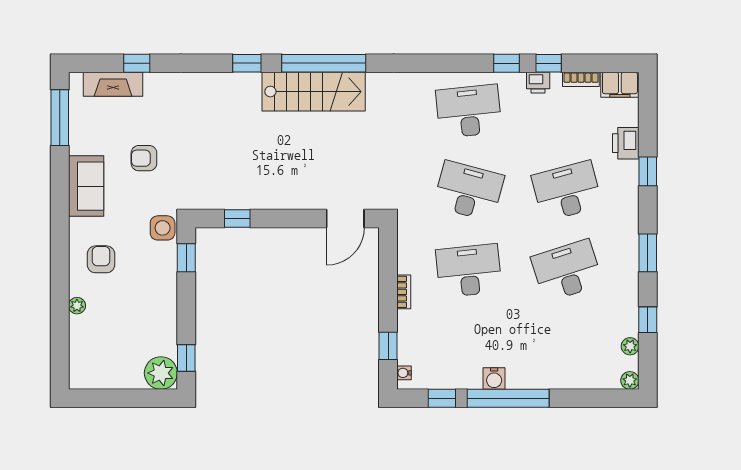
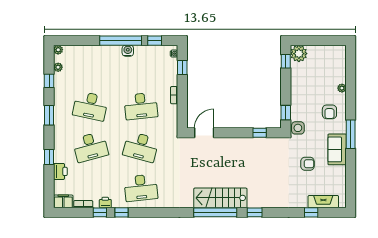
window: (60, 118) -> (351, 134), moved
desk: (567, 271) -> (90, 106), turned 30

